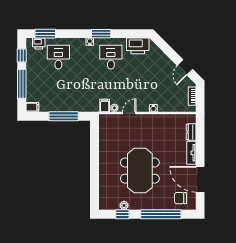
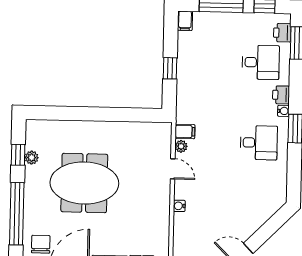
printer: (138, 46) -> (281, 95), moved, width x0.53, depth x0.68
window: (64, 116) -> (170, 68), width x0.46

